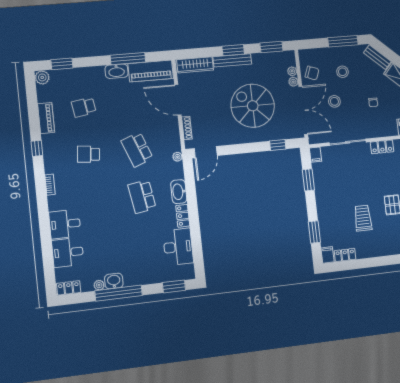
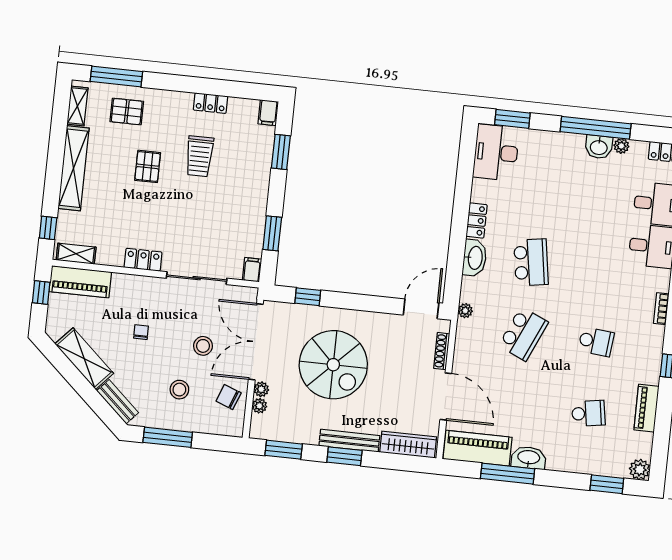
school desk: (137, 150) -> (523, 334), turned 45
desk: (178, 247) -> (496, 152), moved
locker: (345, 255) -> (211, 103), moved

